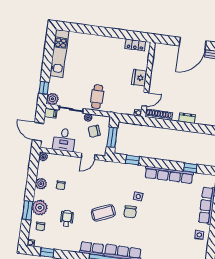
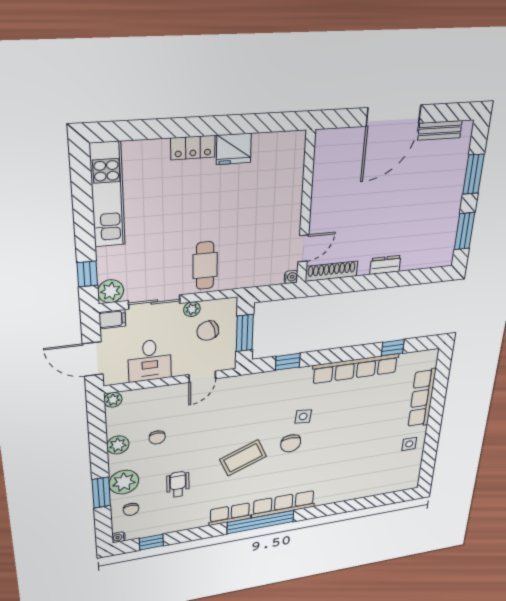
locker: (135, 45) -> (193, 147), moved
fridge: (139, 78) -> (234, 149), moved, turned -90

